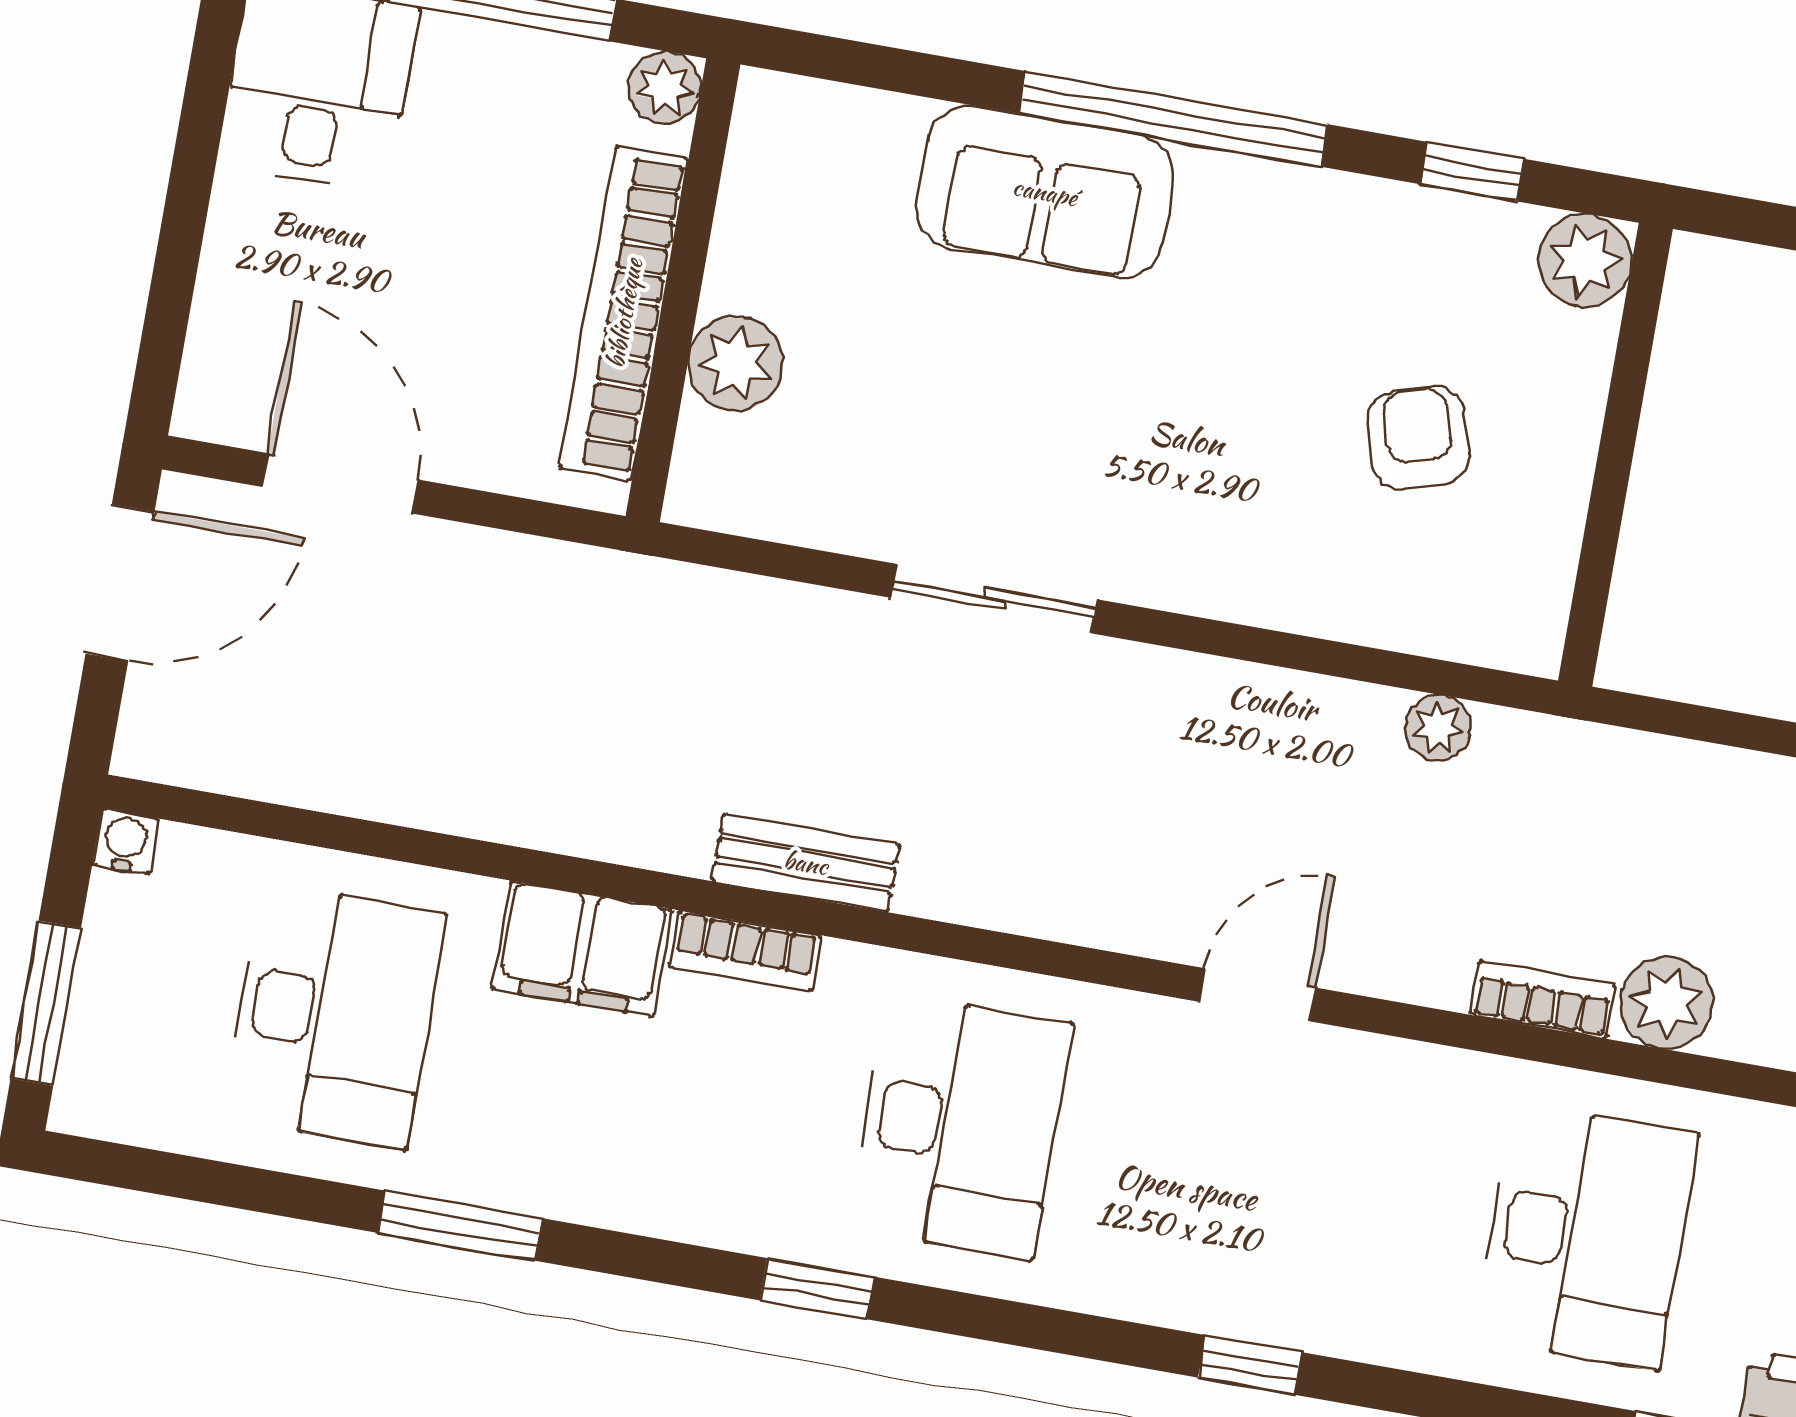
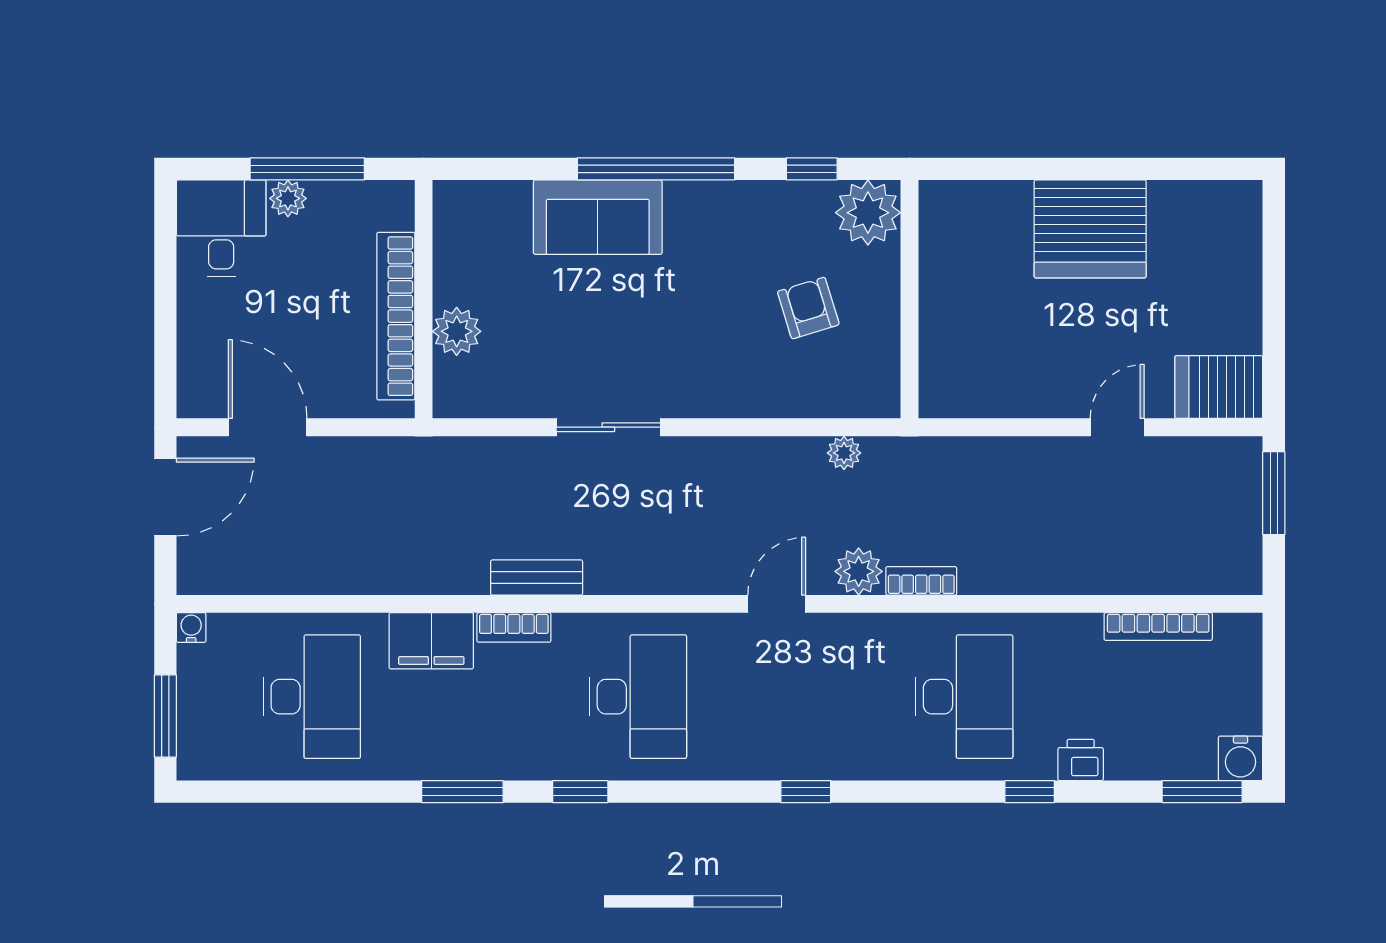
plant: (665, 88) -> (288, 198), moved
plant: (1585, 261) -> (868, 213), width x1.36, depth x1.36
plant: (1666, 1003) -> (859, 571), moved
window: (460, 1226) -> (462, 792), moved

